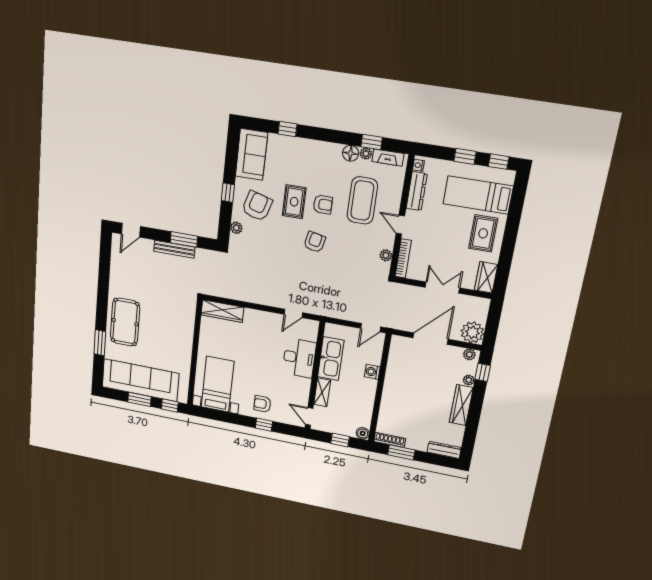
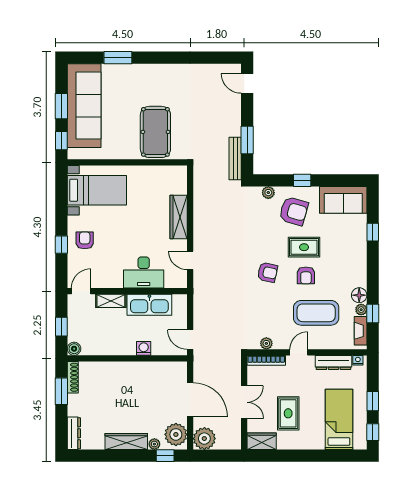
rug: (483, 233) -> (288, 413), moved, turned 90
bench: (174, 249) -> (235, 158), moved
wardrobe: (222, 311) -> (179, 217), moved
pool table: (125, 322) -> (155, 132), moved, turned 90
plant: (469, 354) -> (176, 434), width x1.87, depth x1.87

